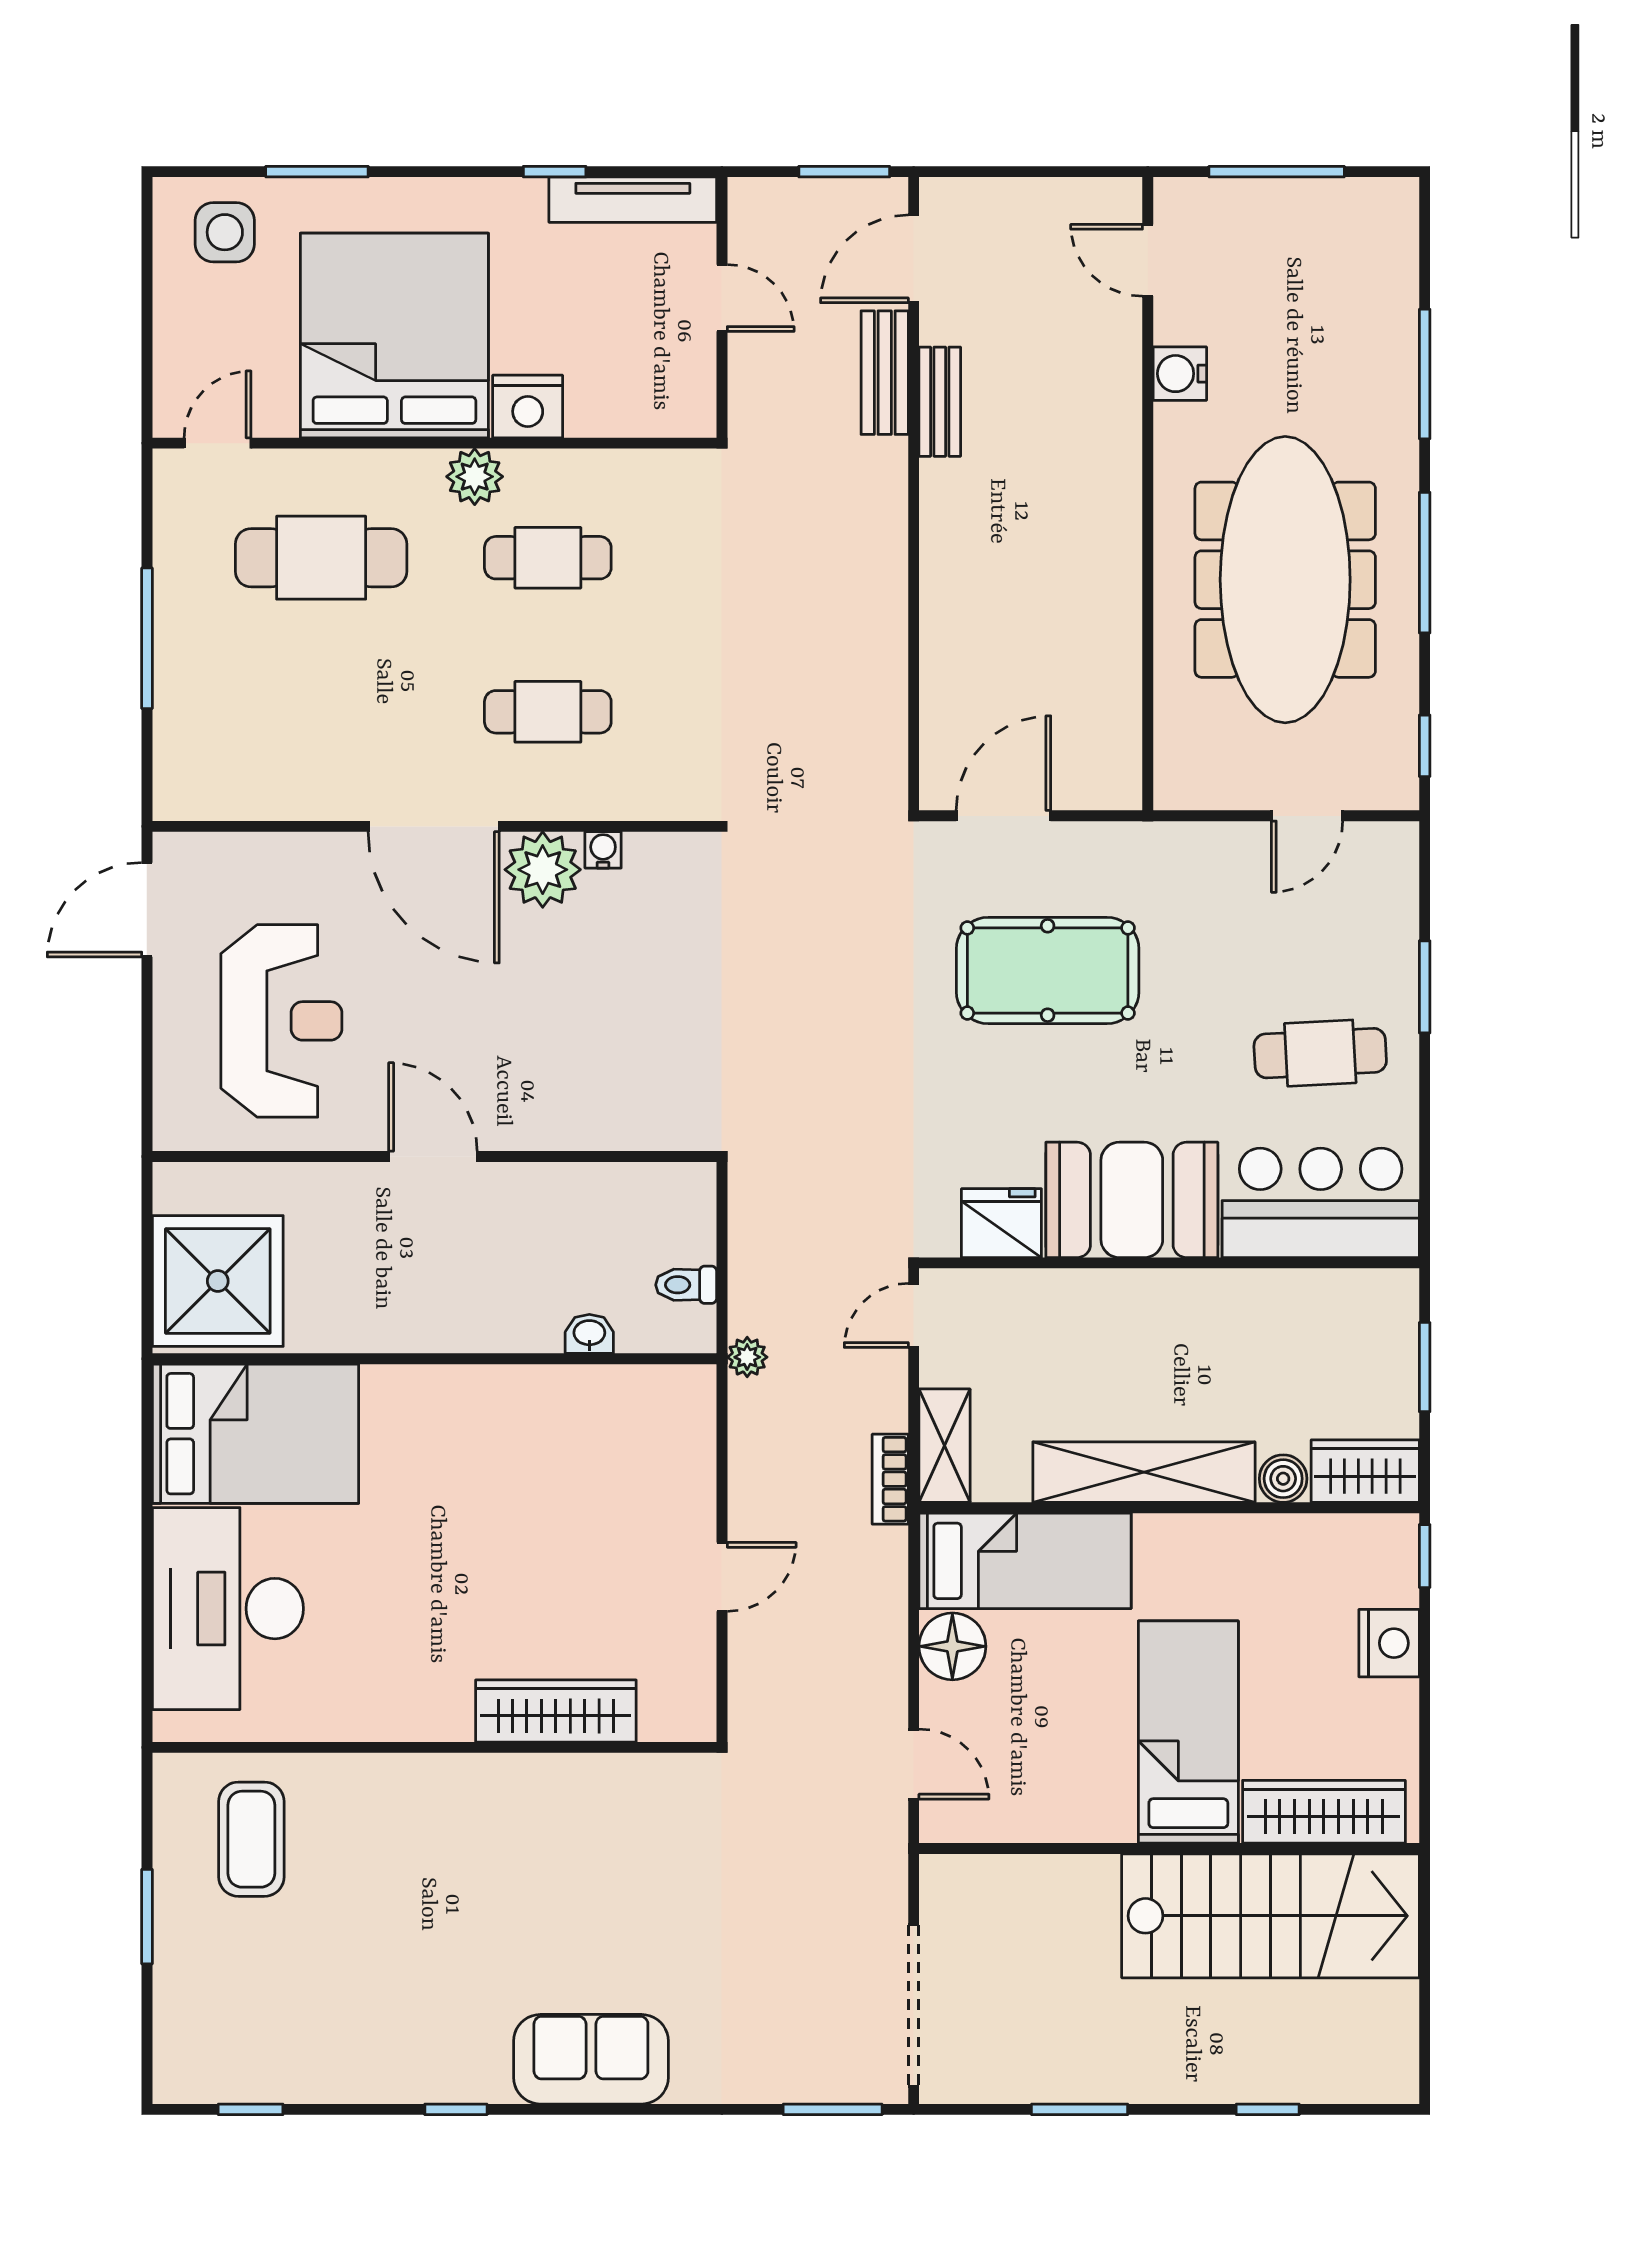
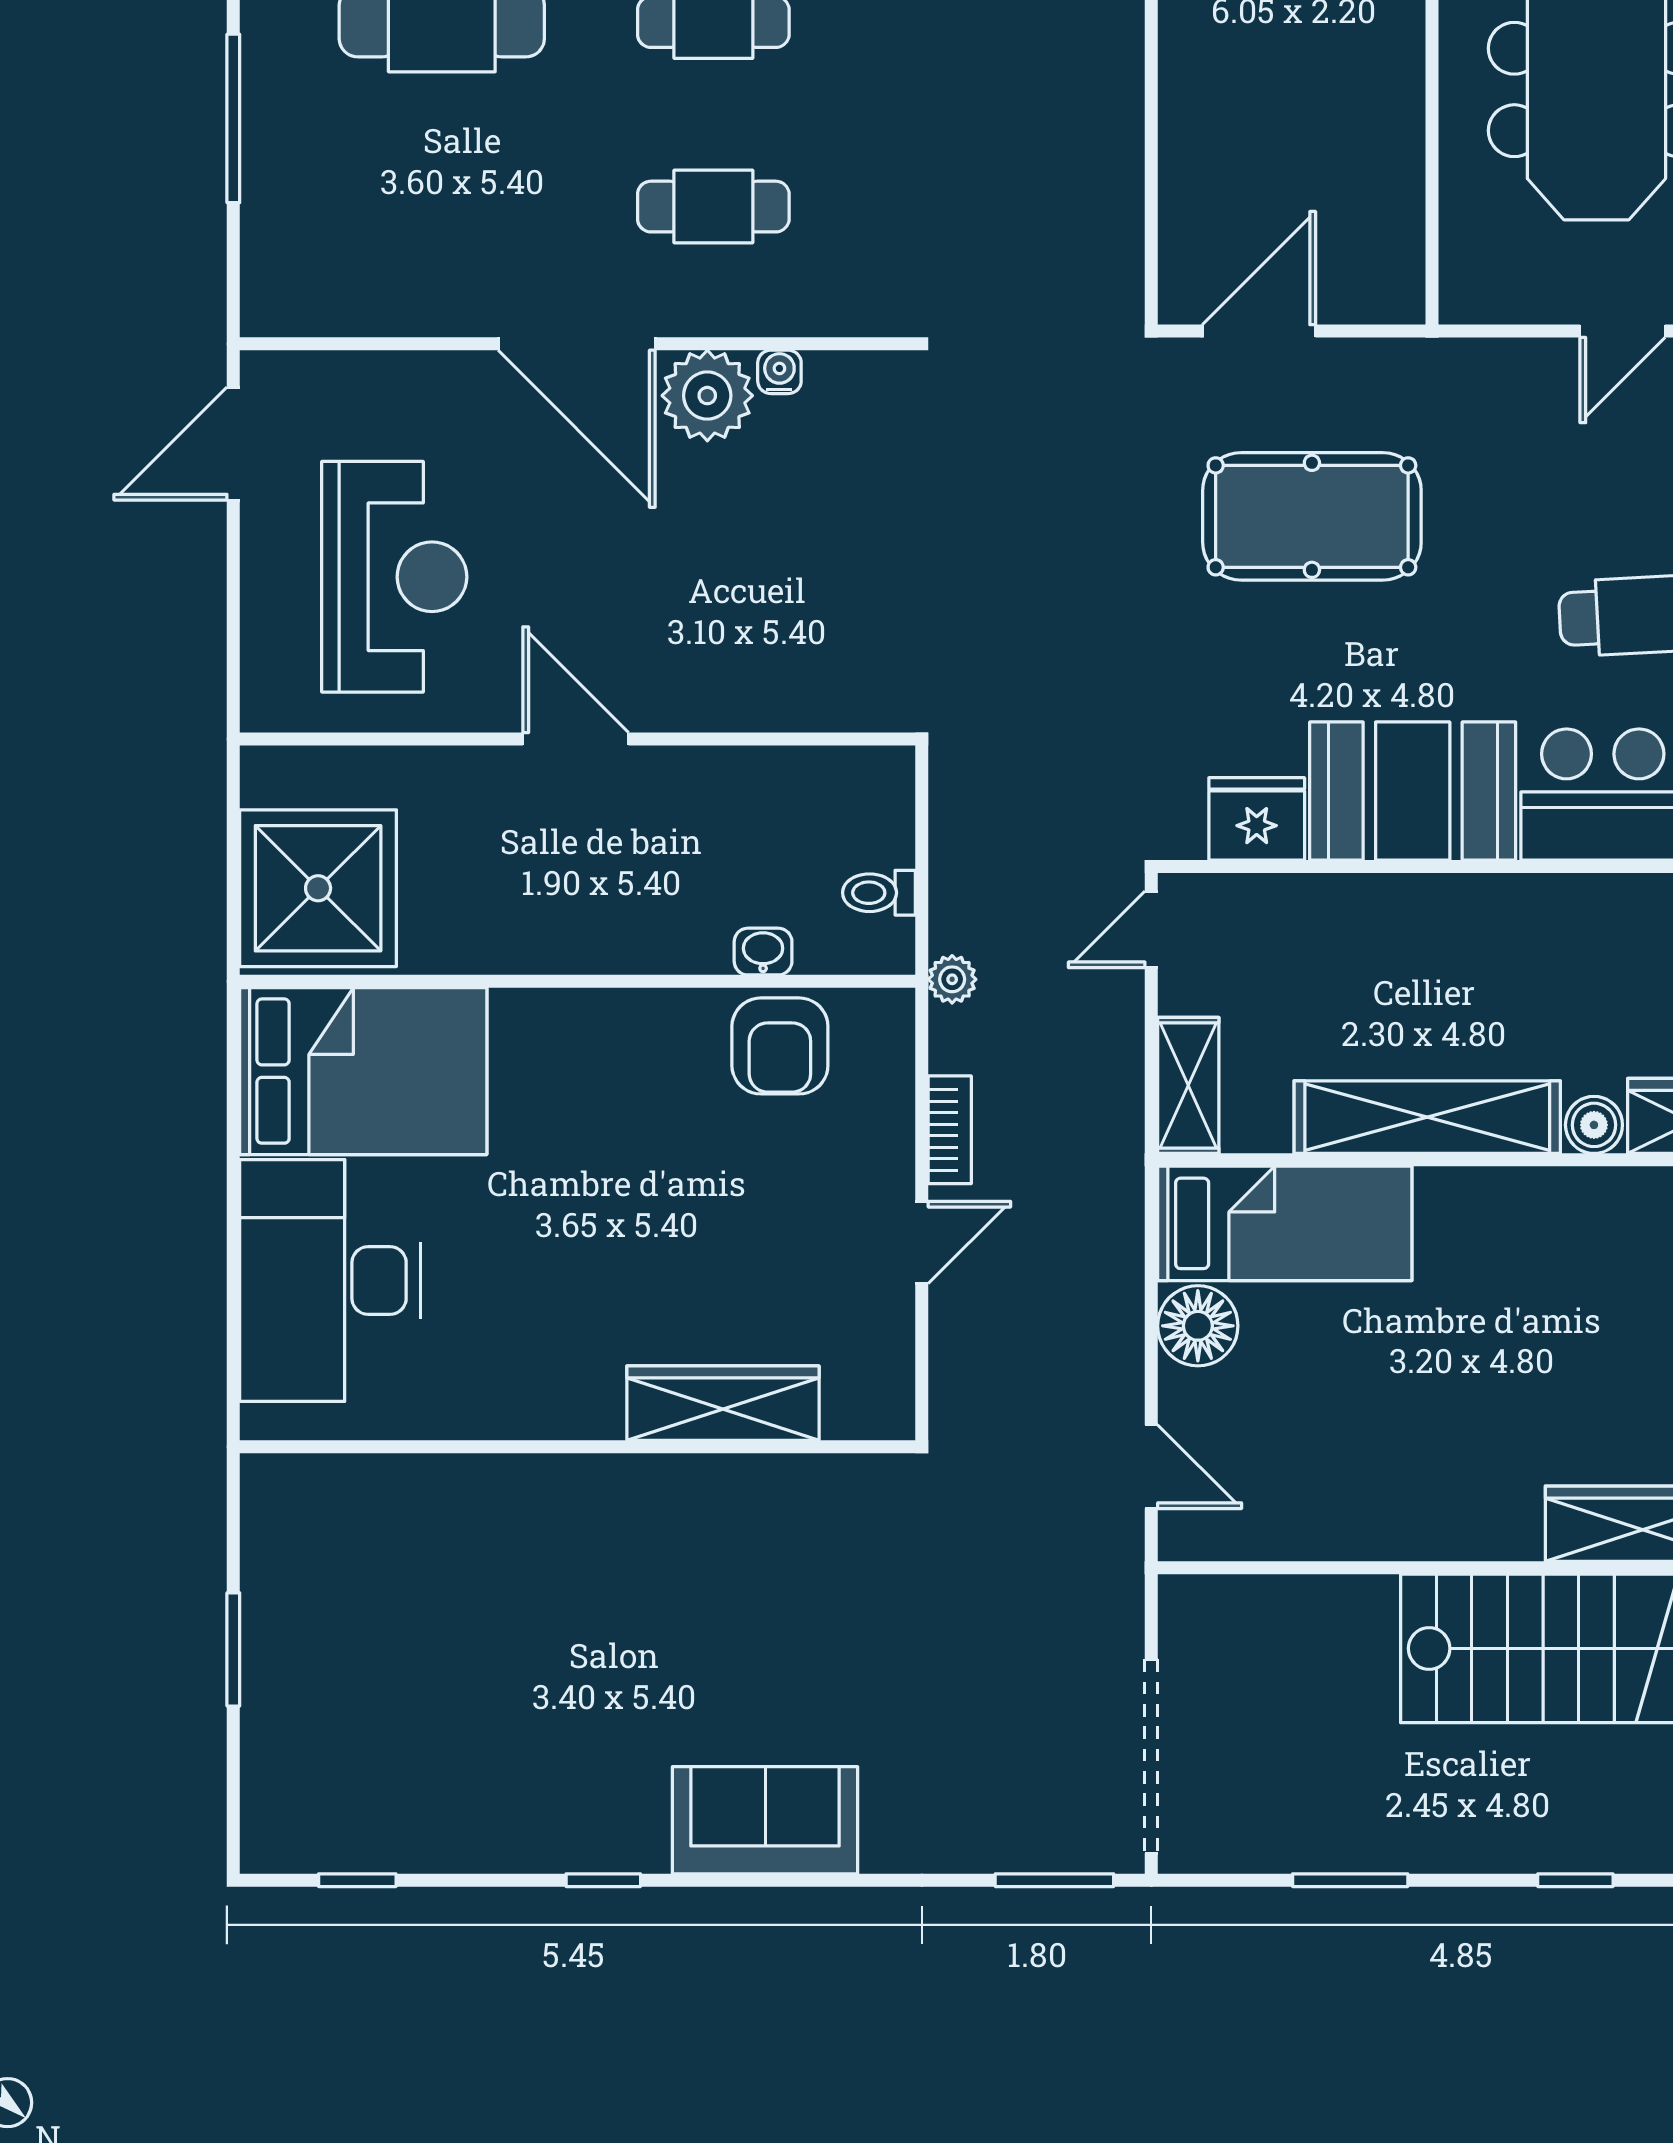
armchair: (603, 1413) -> (780, 1046), added
bookcase: (890, 1479) -> (950, 1130), moved, turned 180
bed: (1188, 1732) -> (1480, 1428), removed
coffee table: (251, 1839) -> (358, 1557), removed

